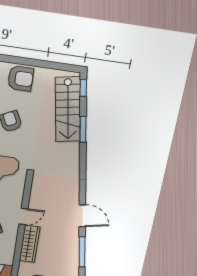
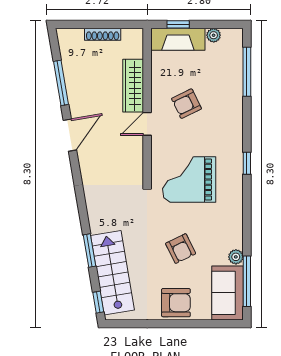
armchair: (21, 78) -> (176, 303), turned 180
door: (82, 216) -> (70, 135), swing flipped

